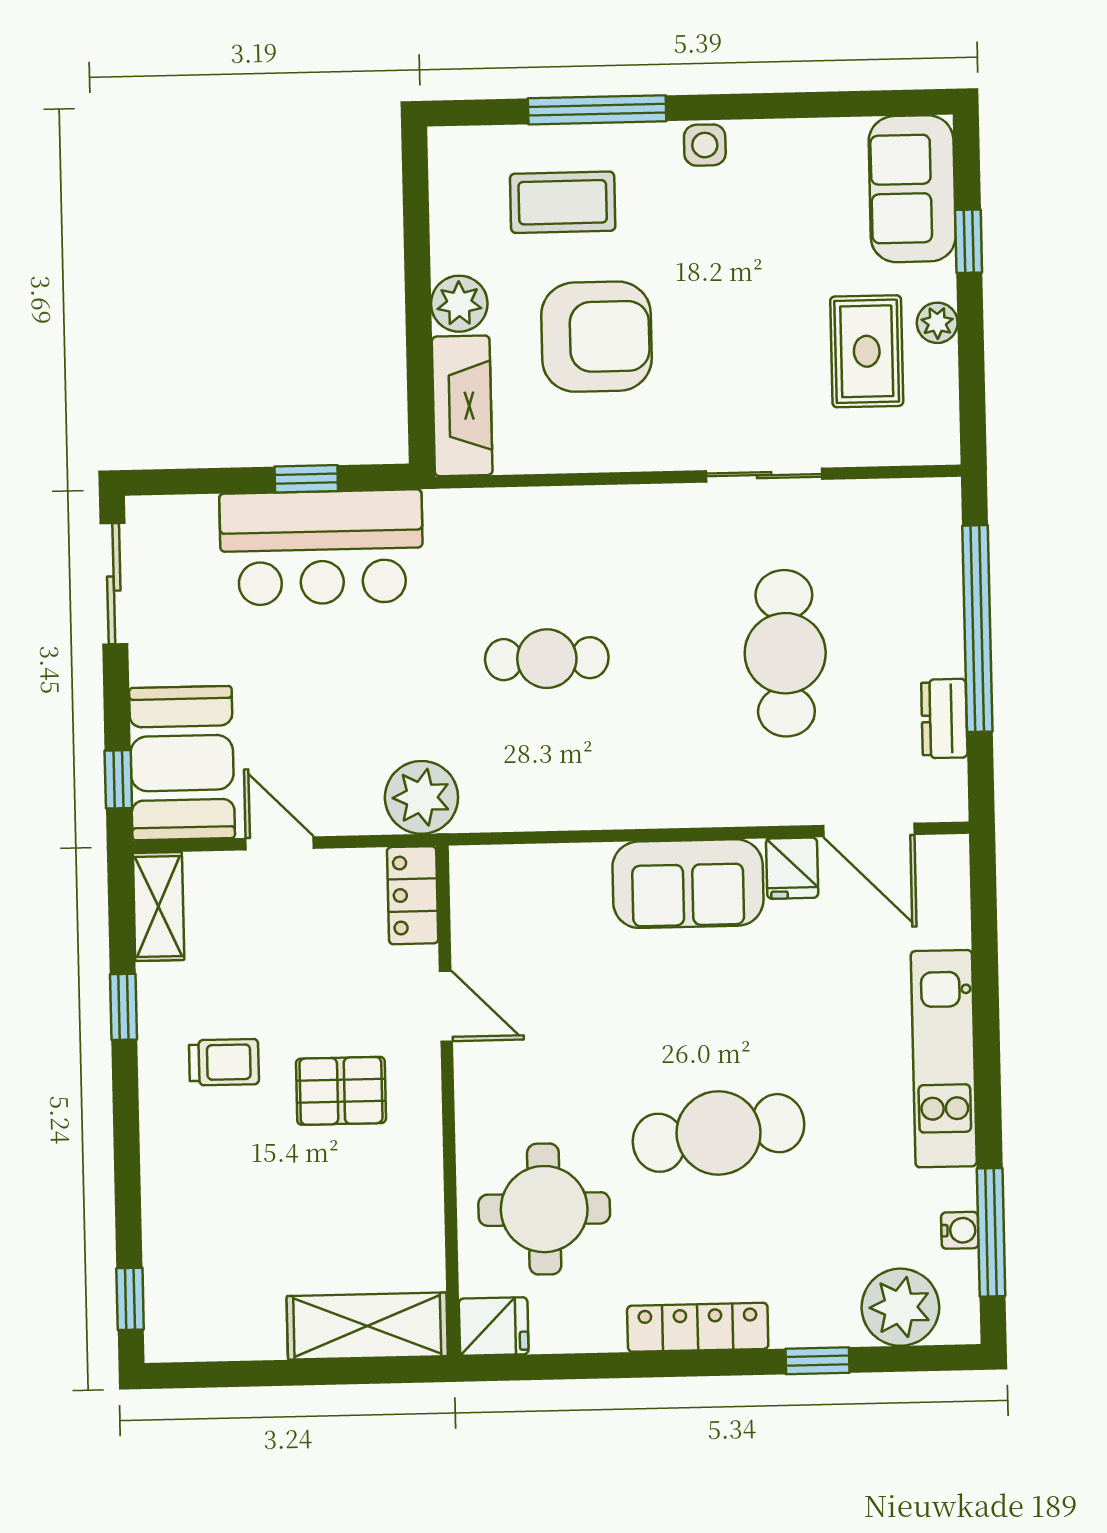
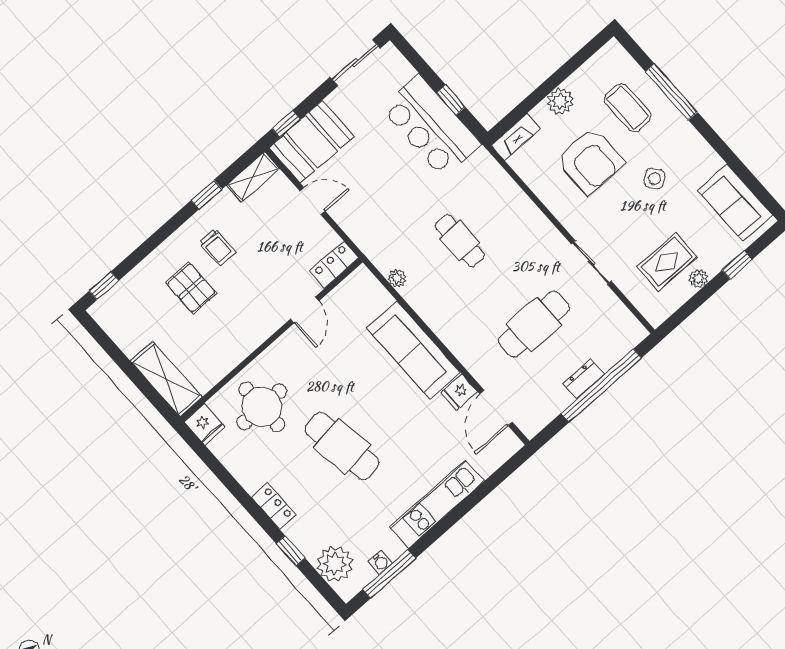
side table: (705, 145) -> (654, 179), moved, turned -38
sofa: (912, 189) -> (735, 203), moved, turned -90
fireplace: (462, 406) -> (516, 137), width x0.73, depth x0.76
dresser: (944, 719) -> (584, 379), moved
plant: (421, 797) -> (397, 278), moved, width x0.53, depth x0.53
door: (280, 843) -> (312, 201), hinge flipped
sofa: (688, 884) -> (414, 350), width x1.36
pallet: (341, 1091) -> (191, 288), moved
locker: (698, 1327) -> (274, 506), width x0.66

